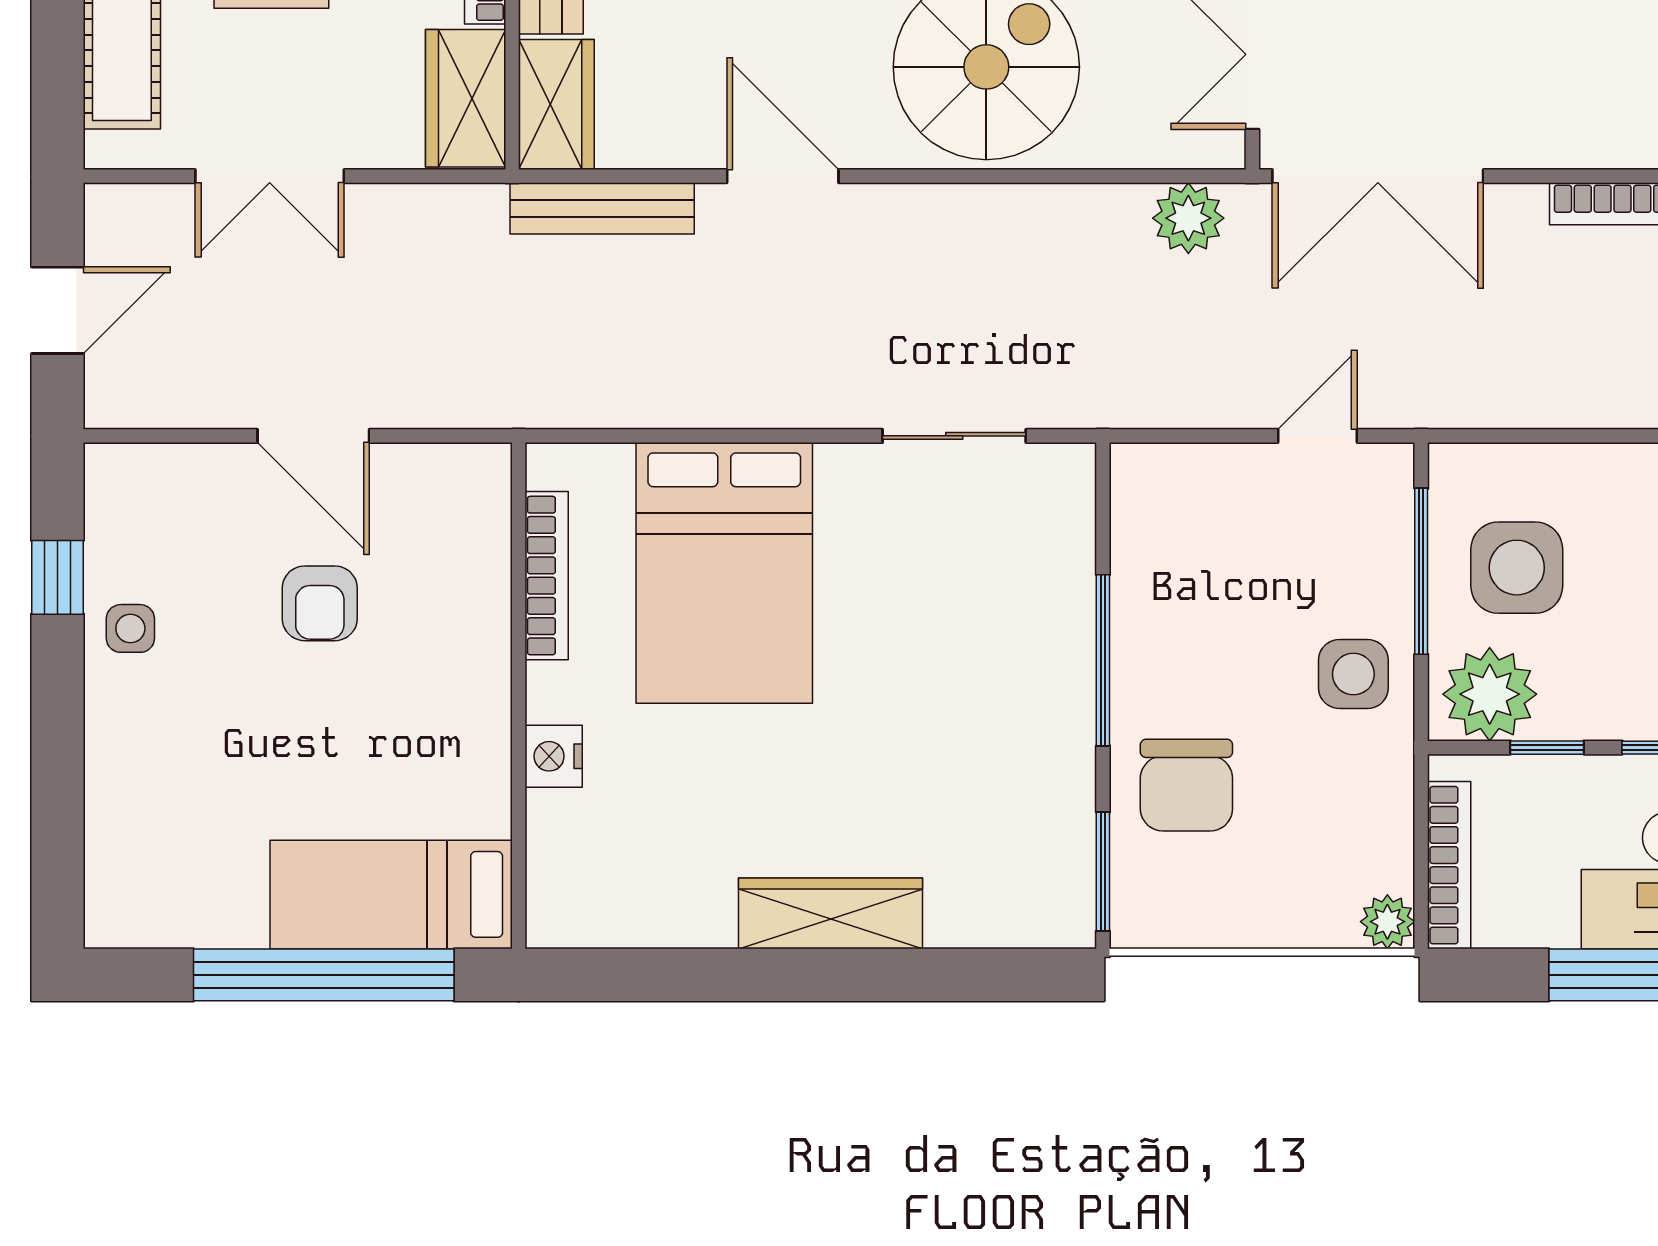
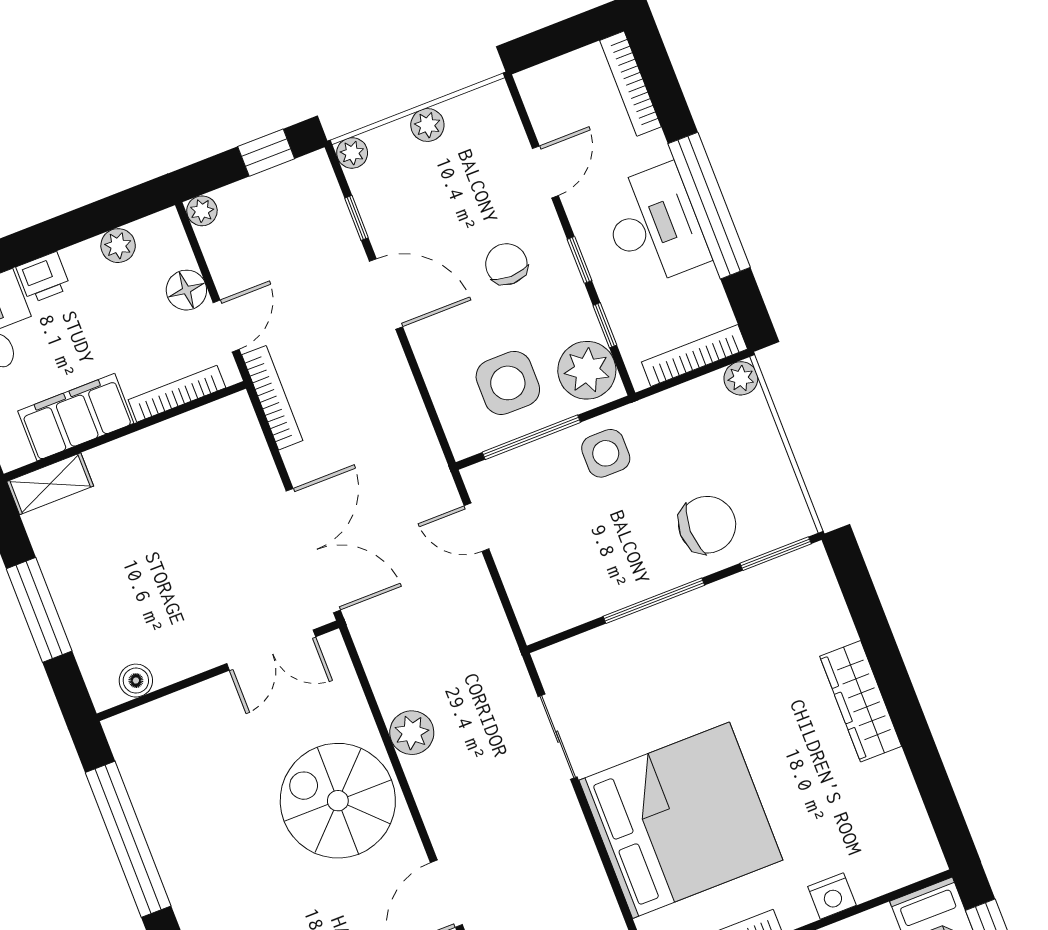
plant: (1188, 218) -> (412, 733), moved
bed: (724, 573) -> (681, 820), width x1.36

